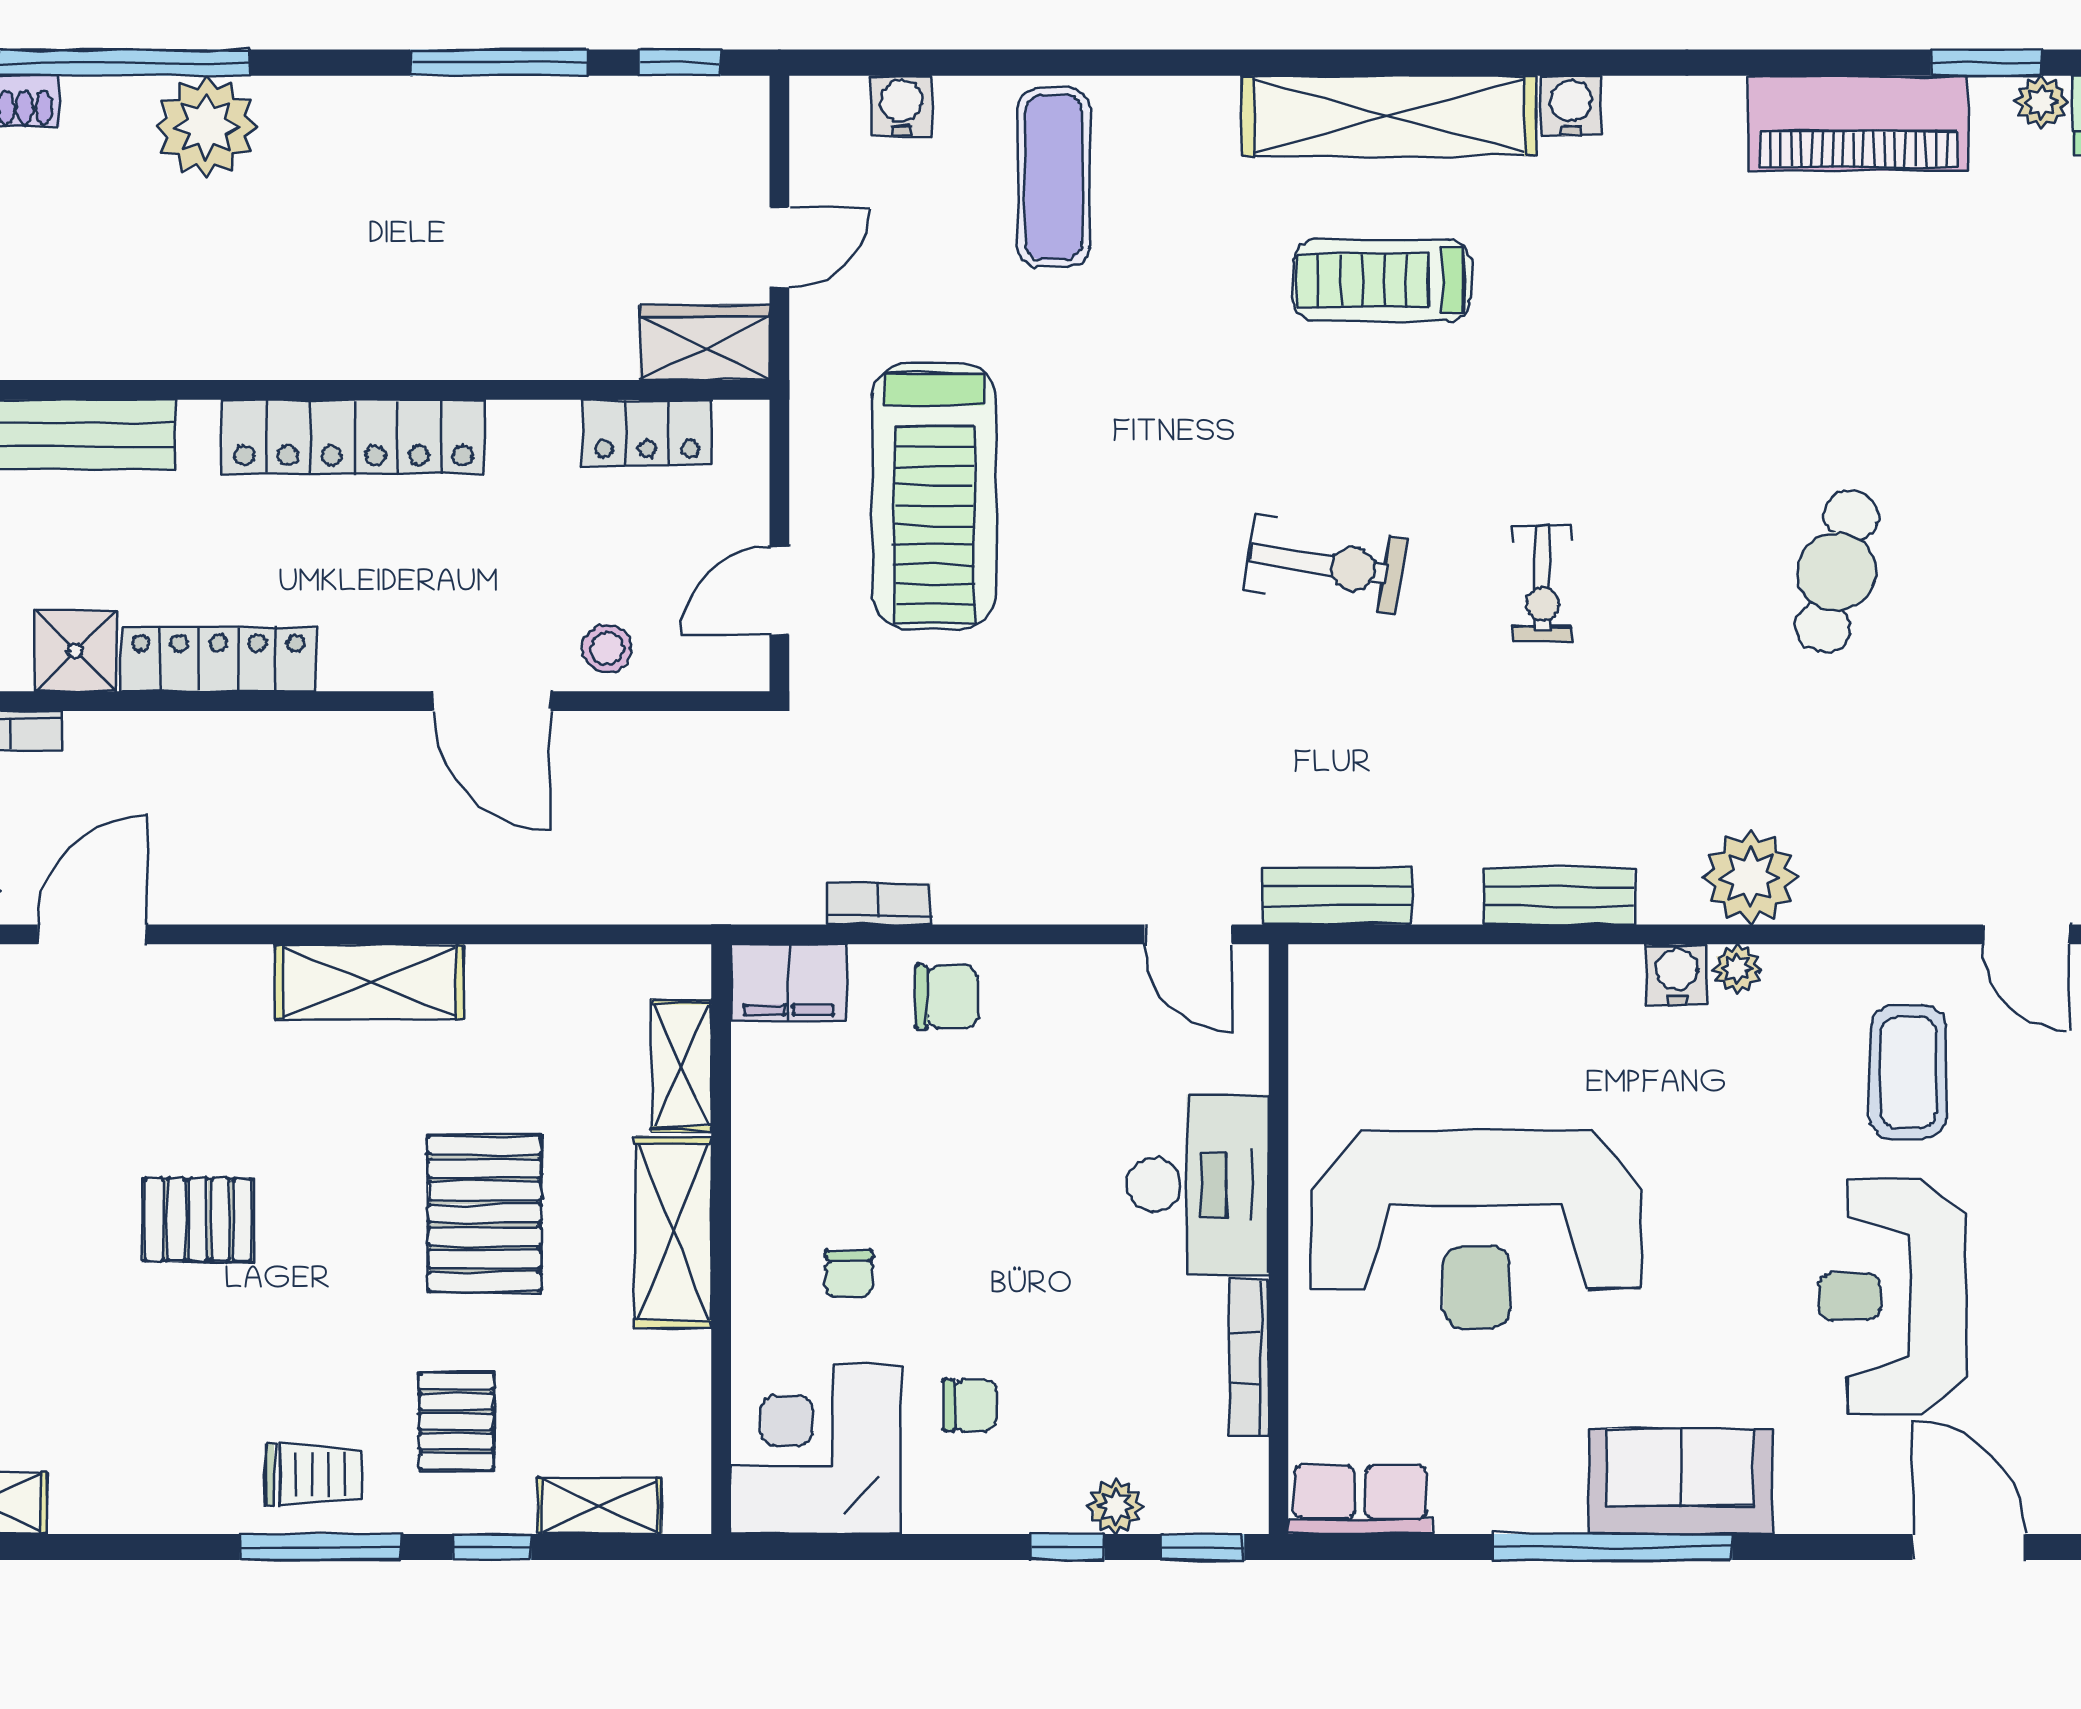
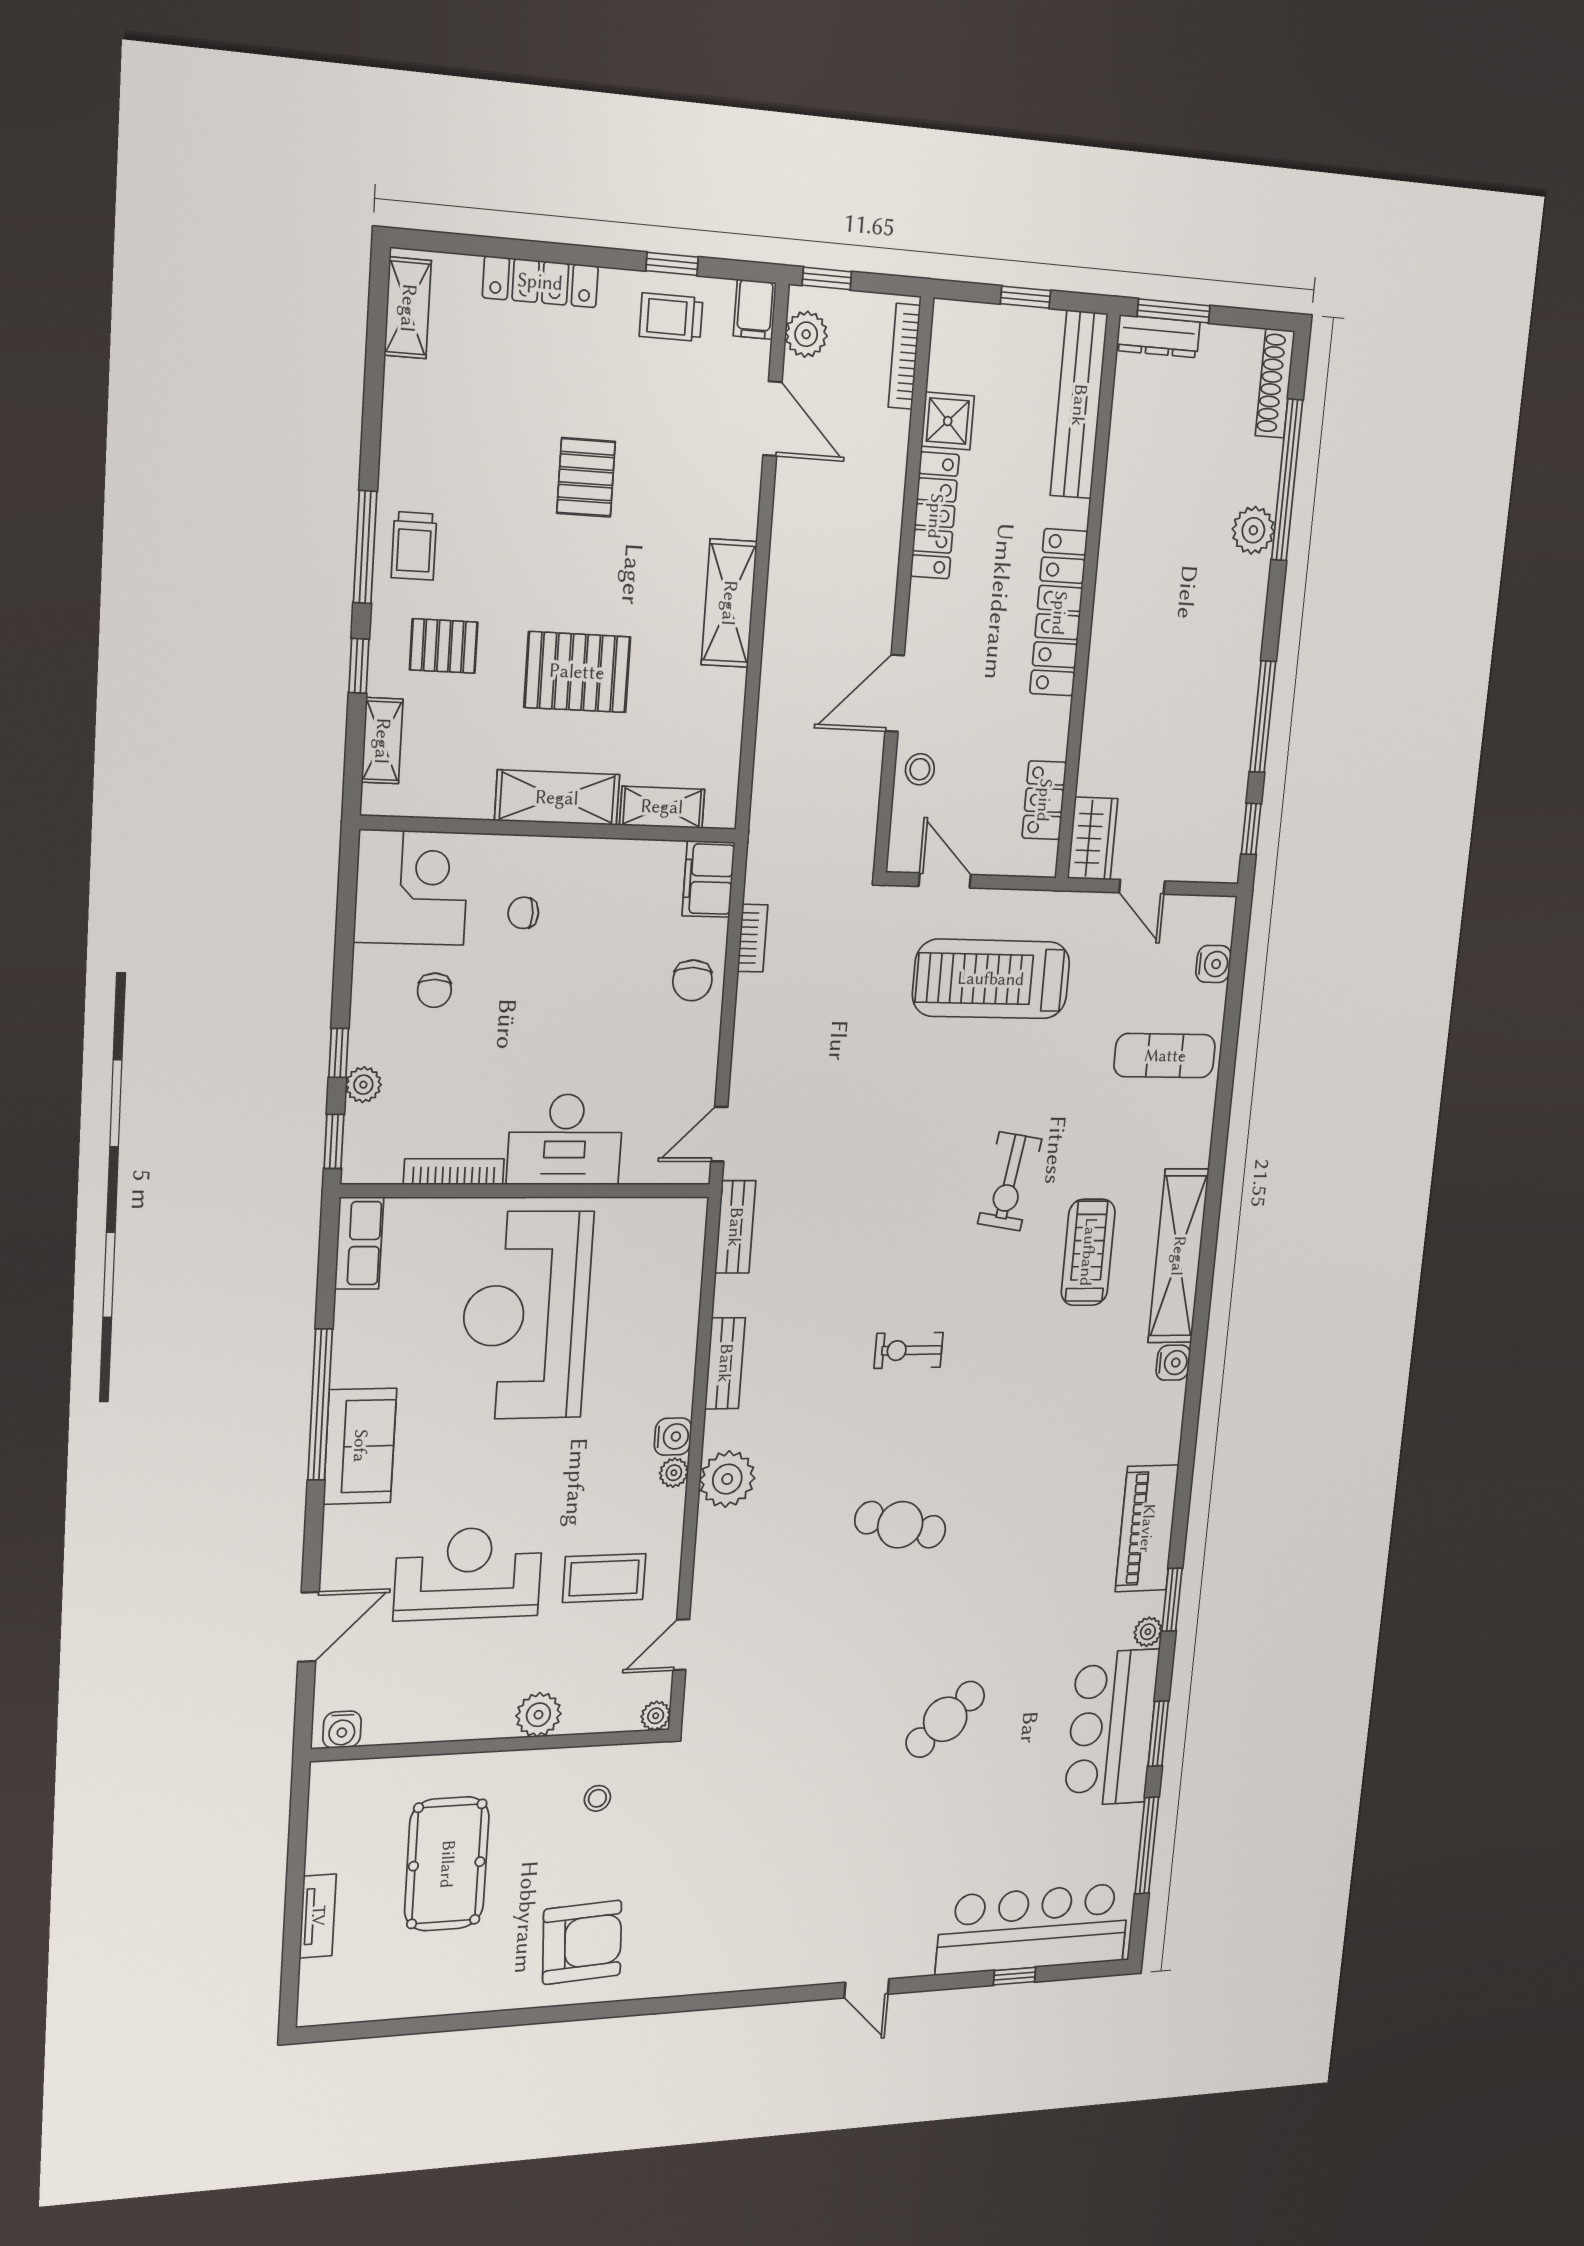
plant: (206, 127) -> (1253, 530), width x0.73, depth x0.73
exercise bike: (1325, 565) -> (1010, 1181), moved

